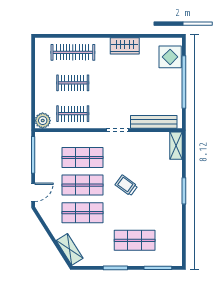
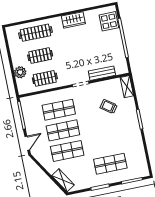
plant: (43, 121) -> (20, 72), moved
bench: (154, 122) -> (102, 73), width x0.73
trolley: (126, 185) -> (109, 106), moved

